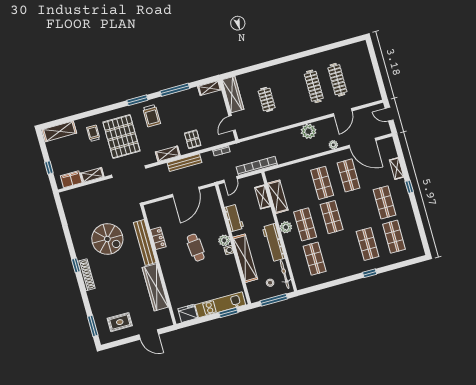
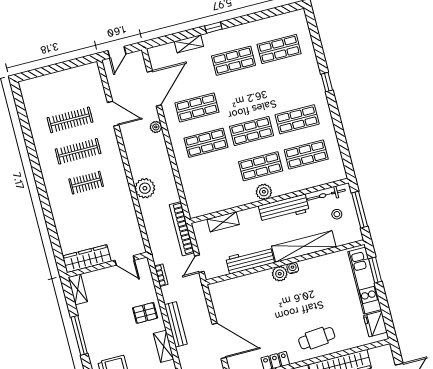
clothes rail: (267, 99) -> (86, 183), moved
plant: (309, 131) -> (145, 188), moved
door: (231, 180) -> (199, 264), swing flipped
door: (186, 192) -> (219, 341), moved
shelving: (278, 197) -> (223, 202), removed
workbench: (234, 218) -> (250, 260), width x1.37
shop shelf: (368, 244) -> (297, 119), moved
cafe table: (196, 248) -> (317, 338), moved

